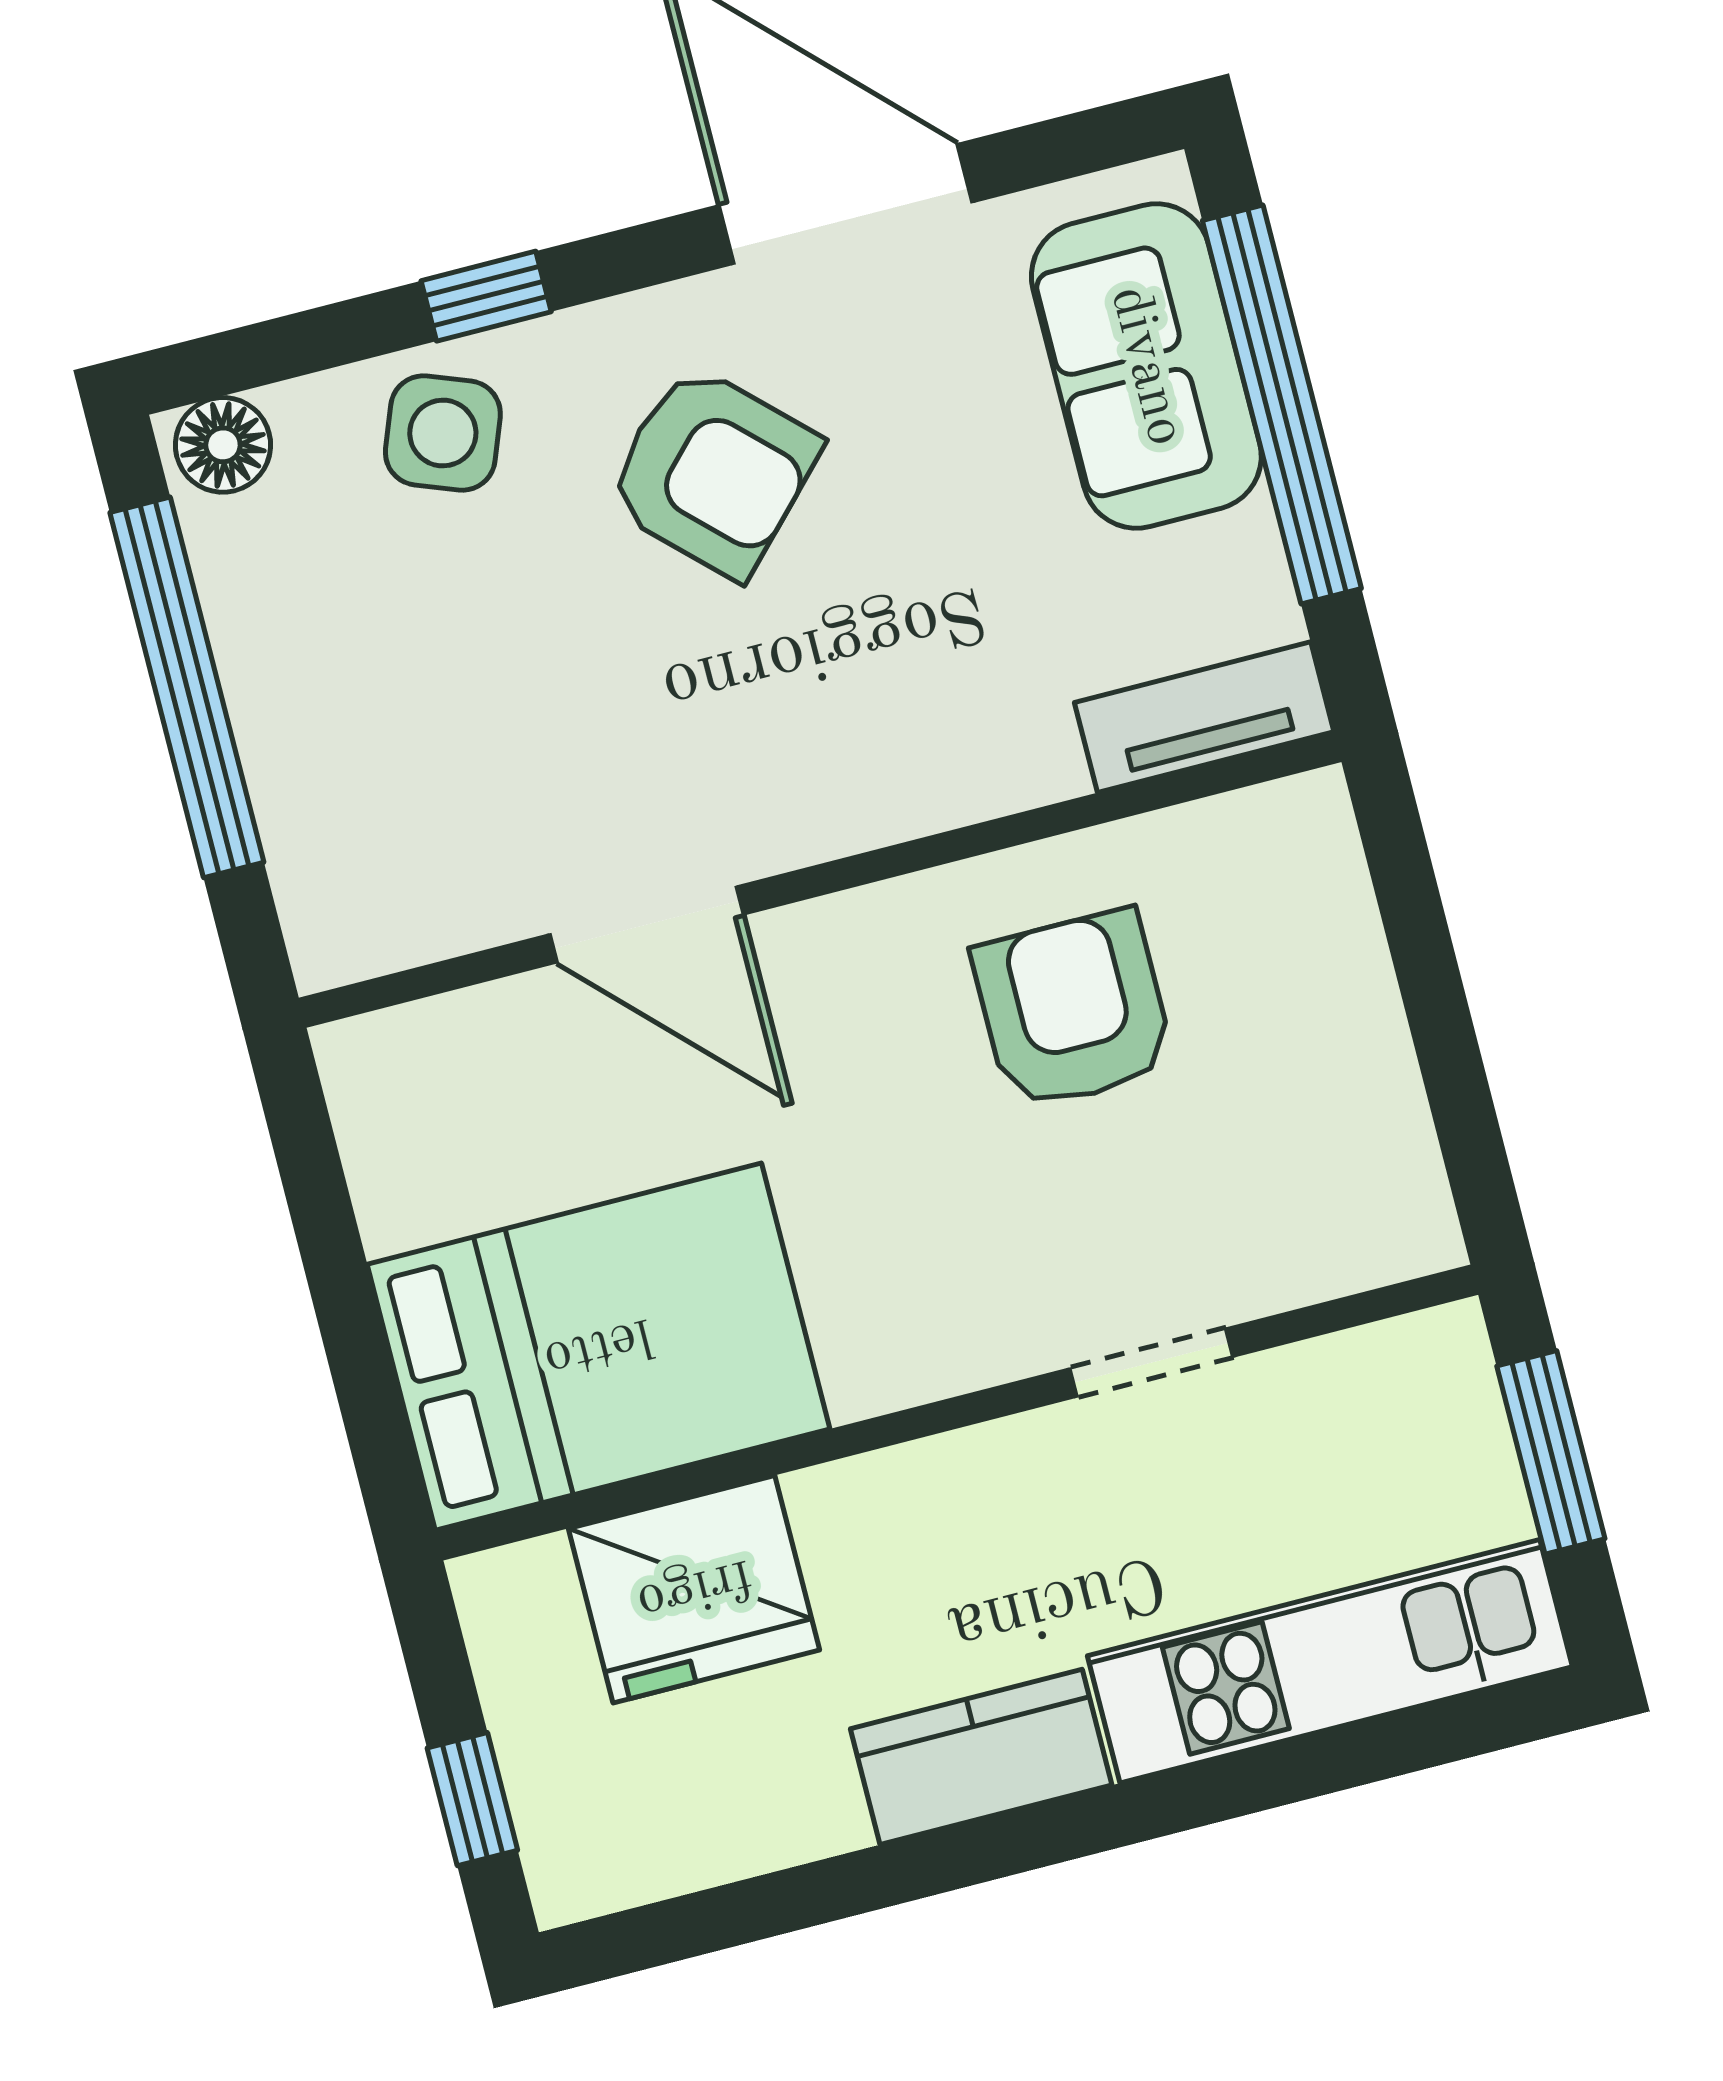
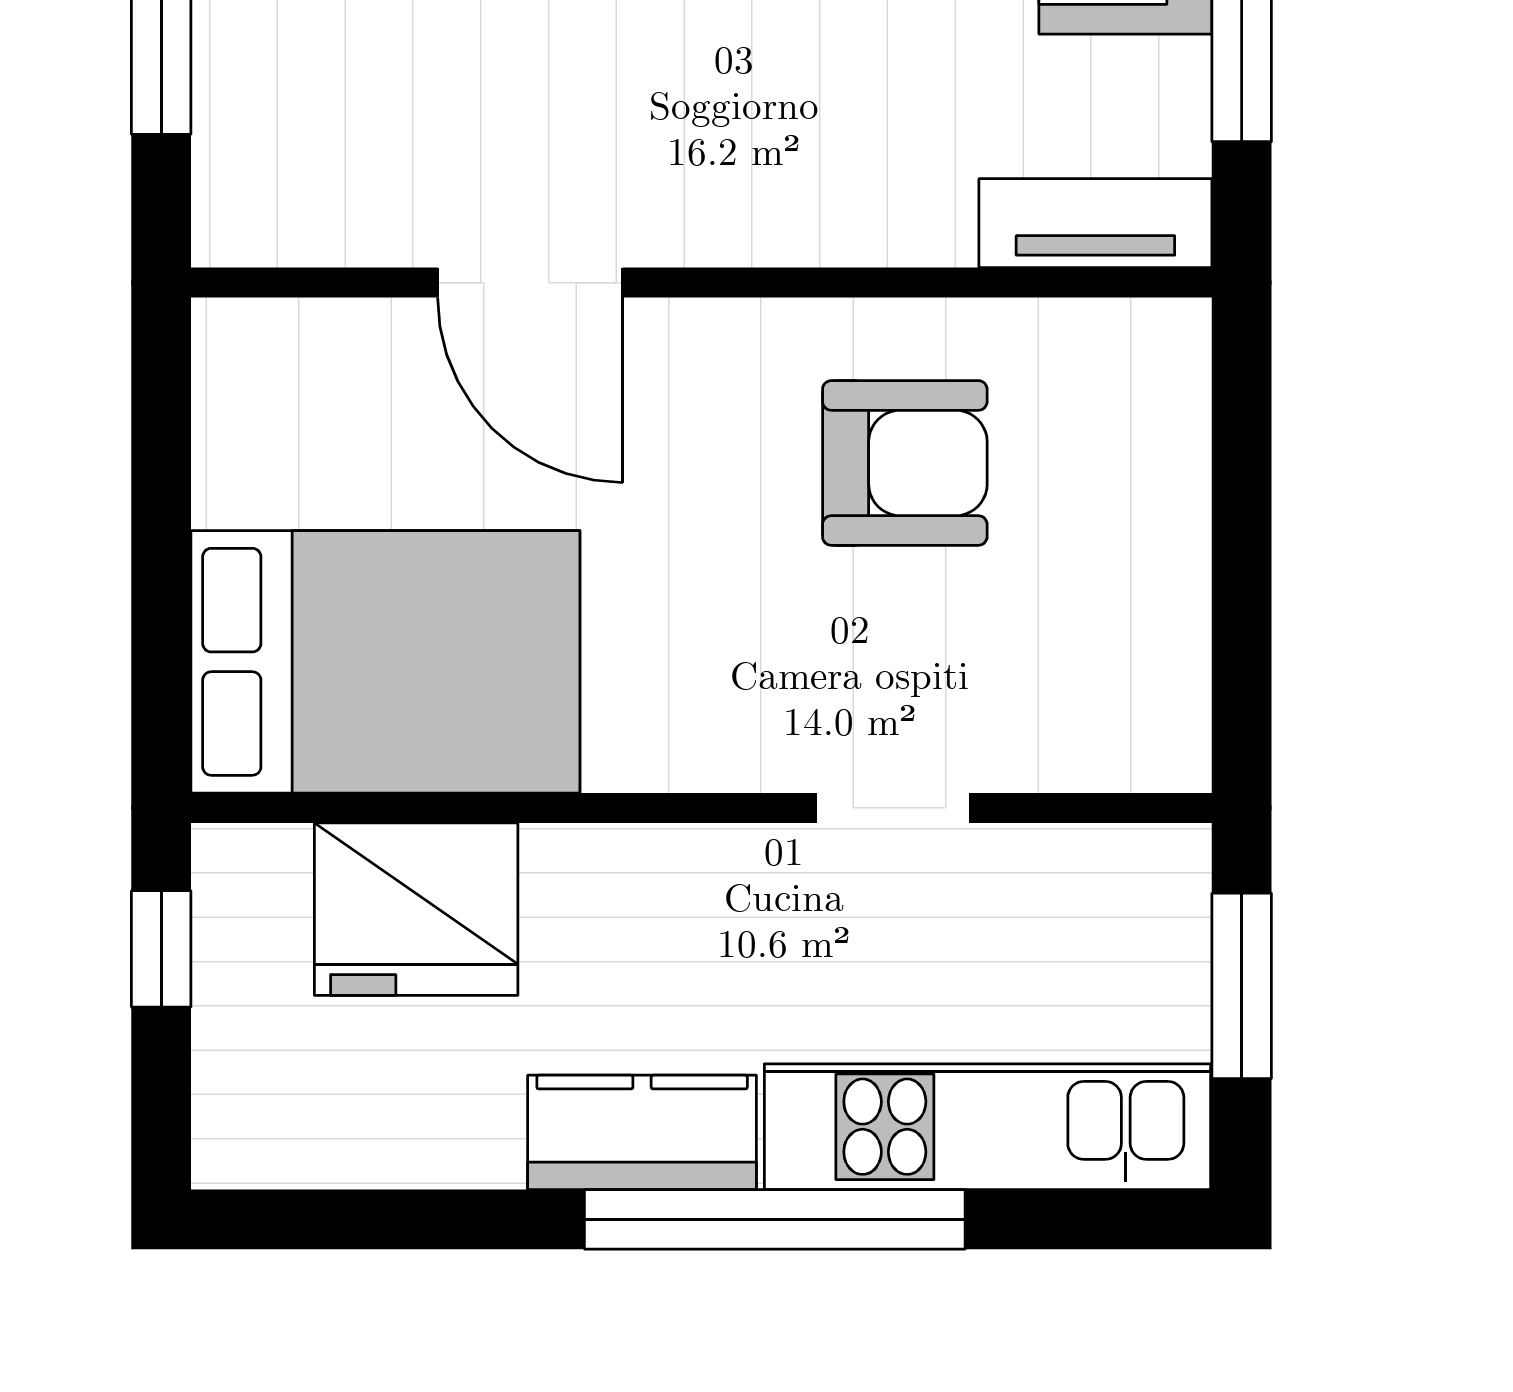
armchair: (1073, 1010) -> (905, 463), turned 90
window: (472, 1799) -> (161, 949), moved
window: (1138, 1810) -> (775, 1219), added

